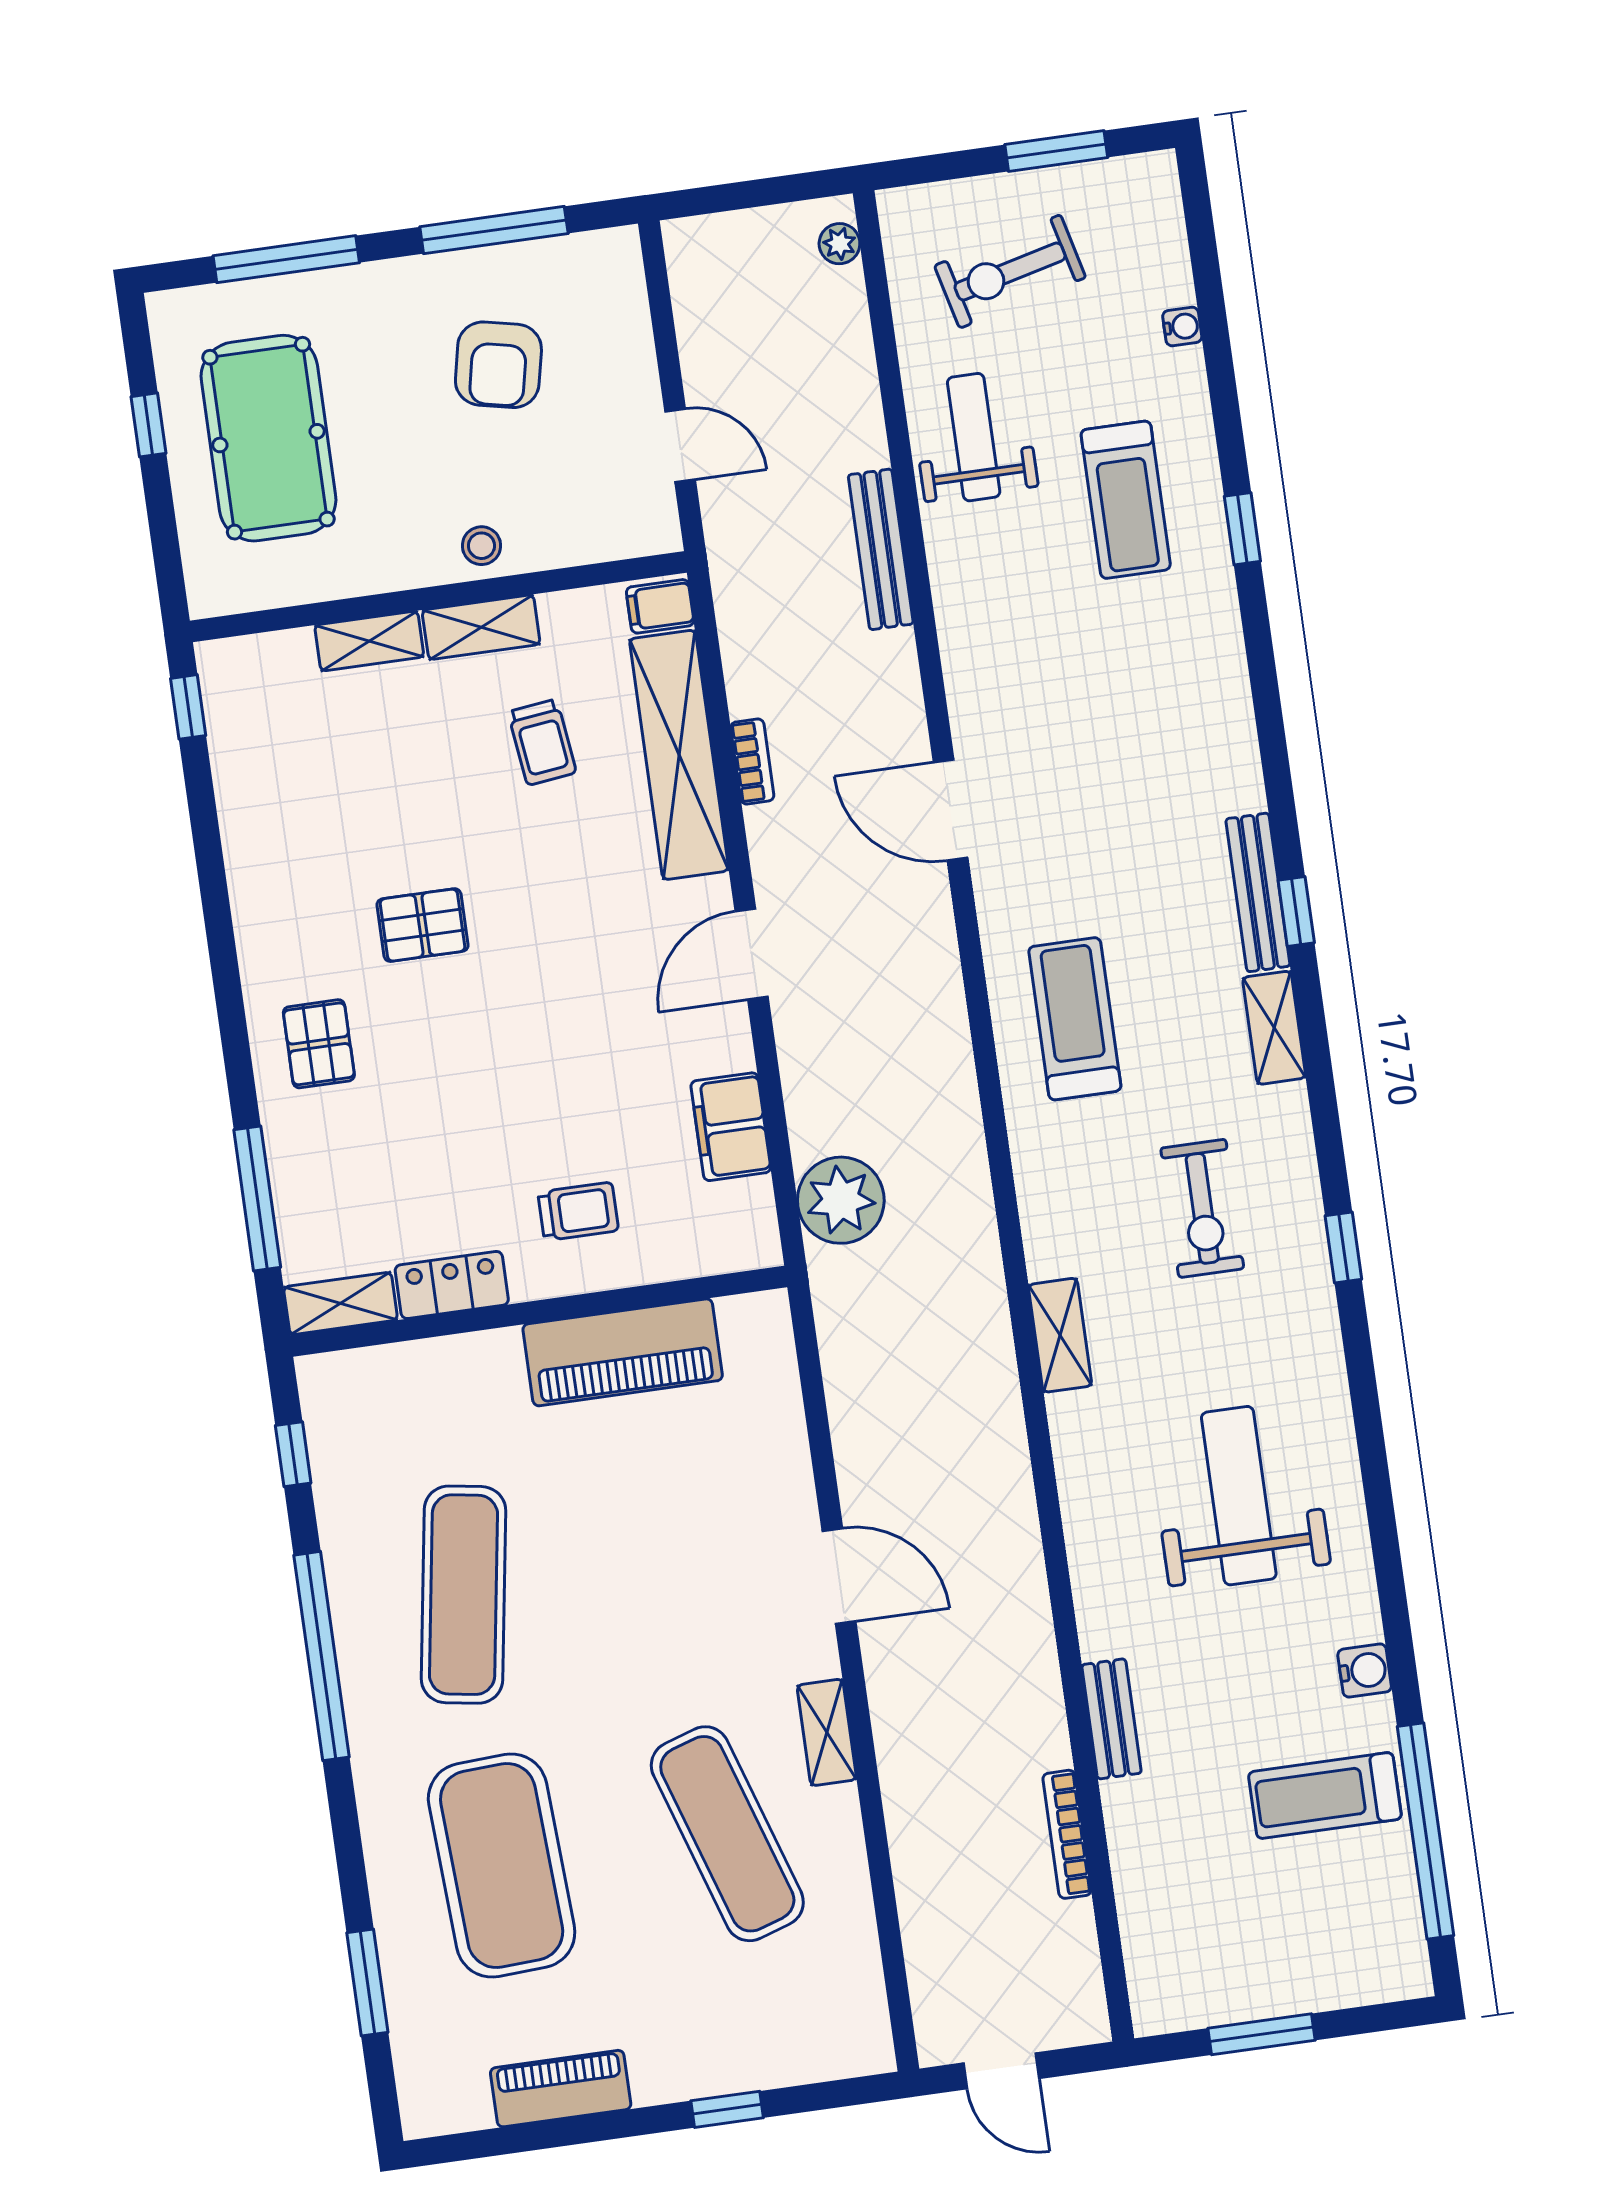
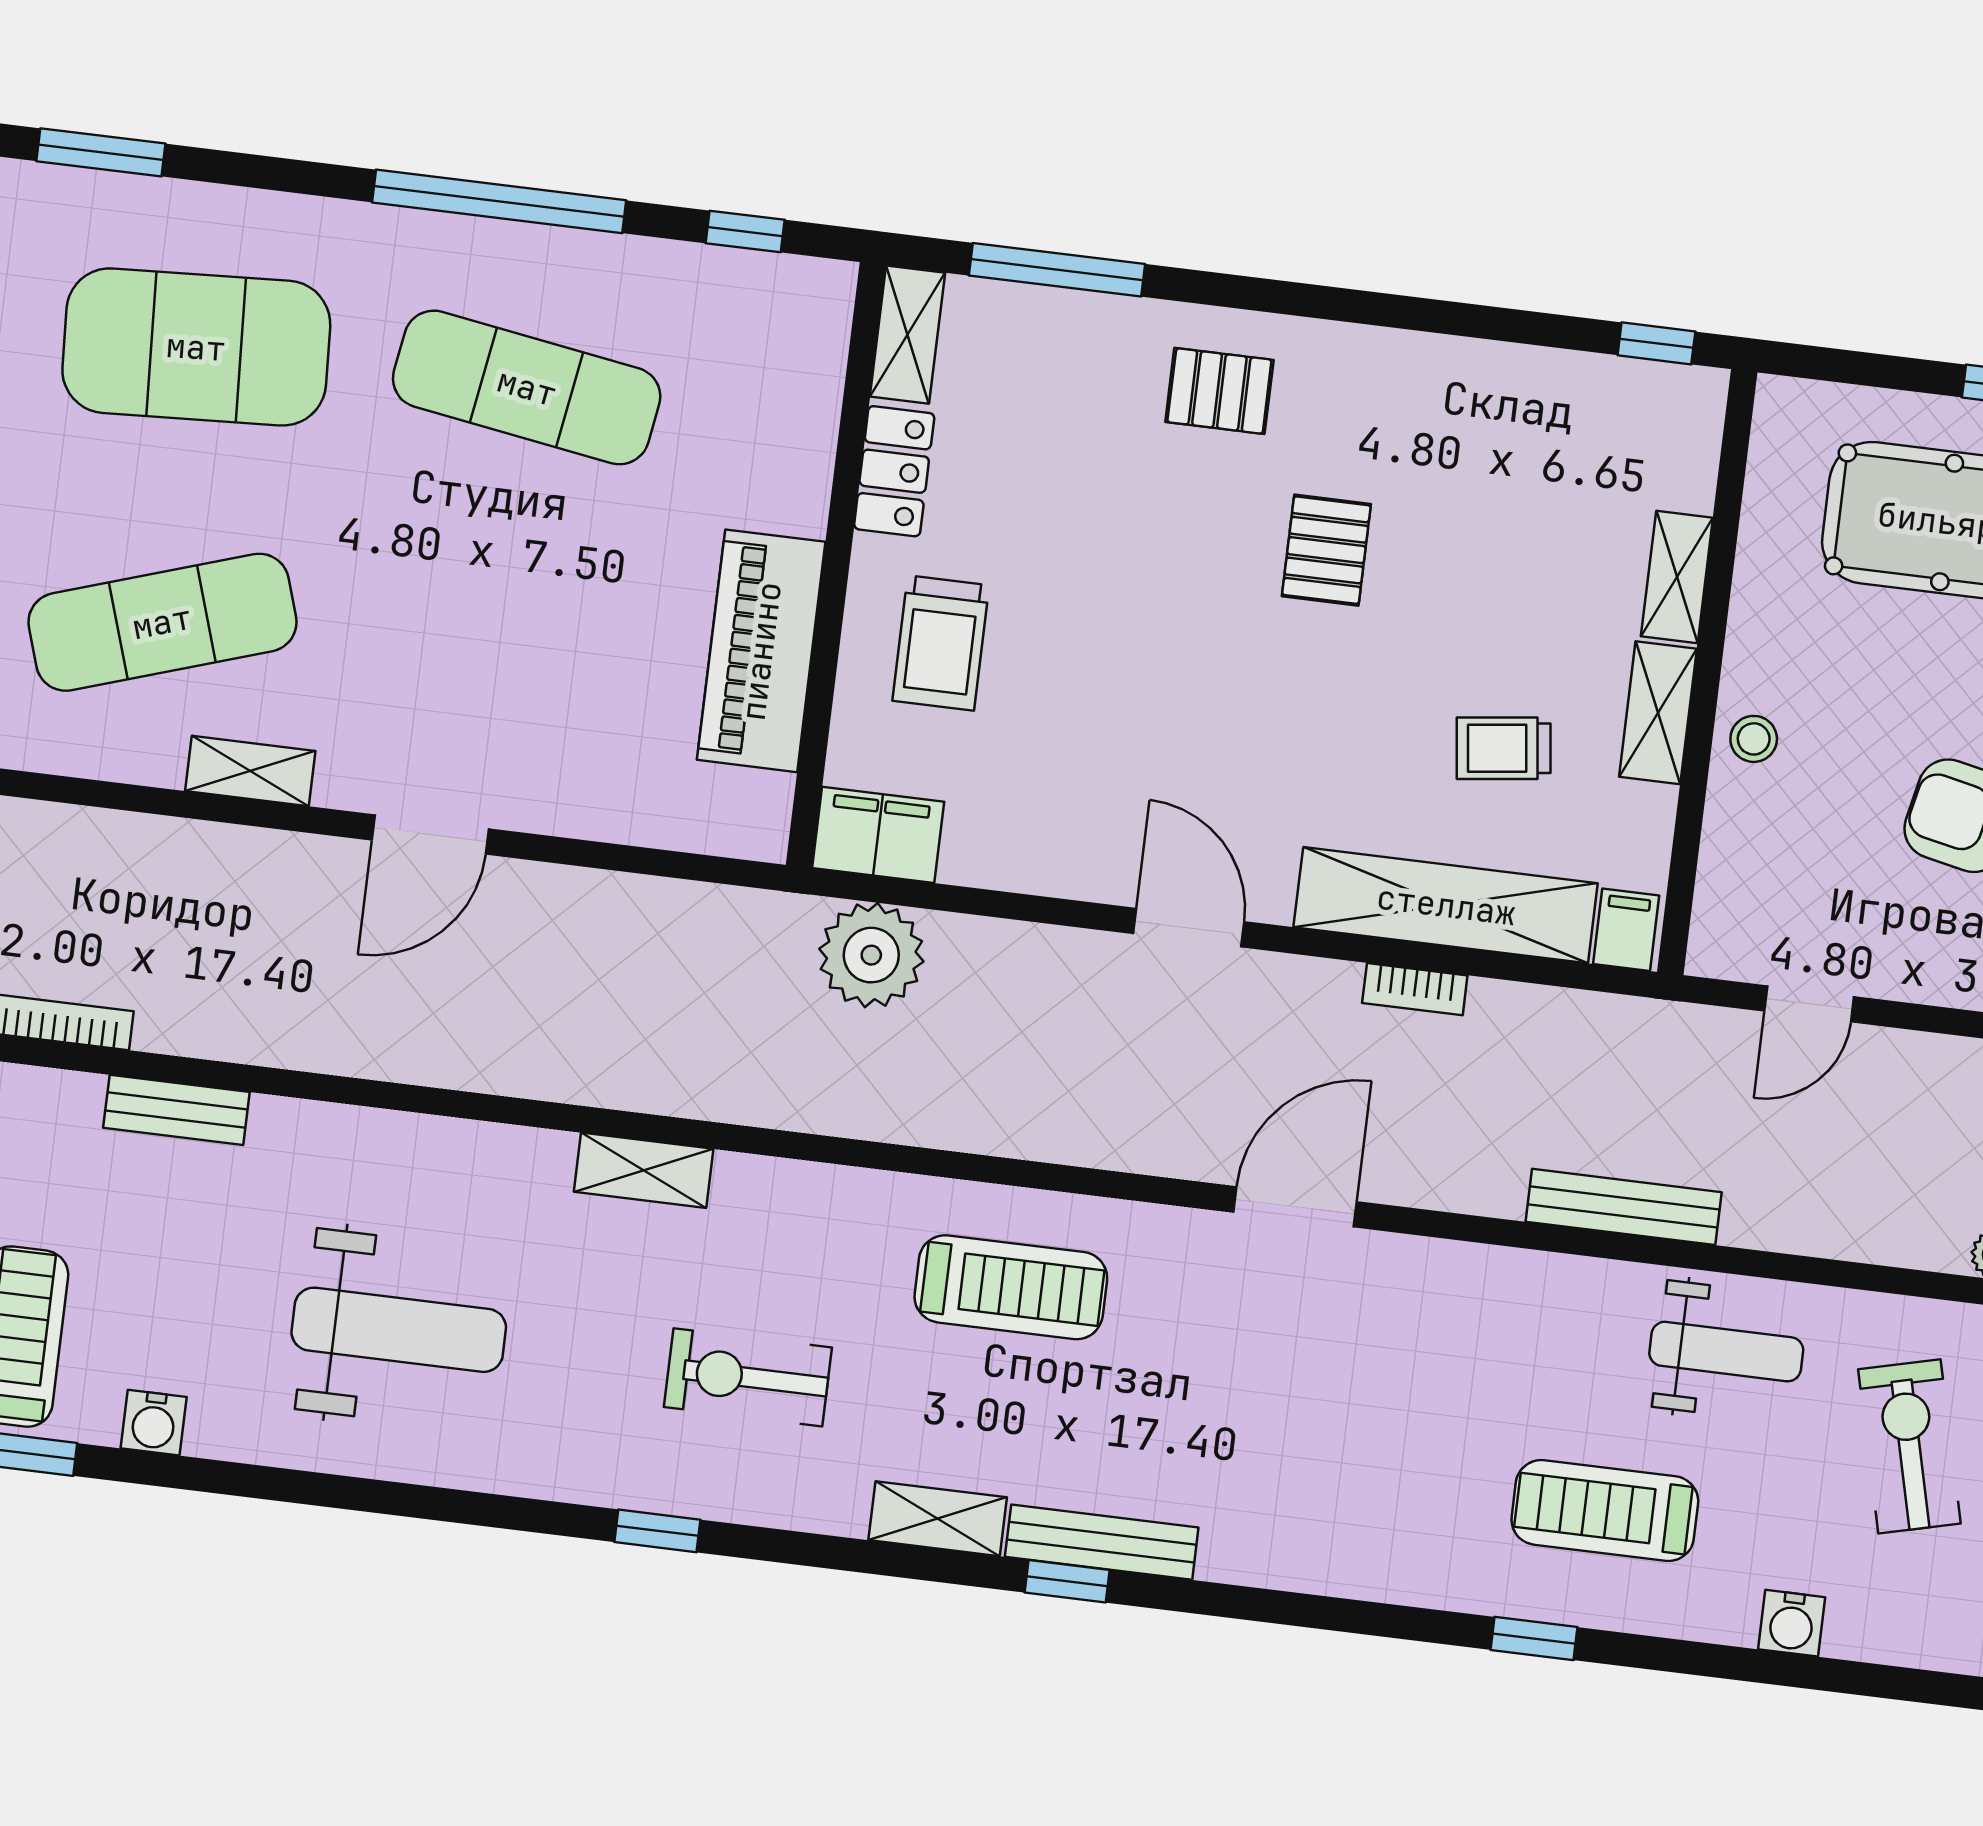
water cooler: (1182, 327) -> (1792, 1623), width x1.38, depth x1.38
filing cabinet: (731, 1127) -> (878, 835), moved
trolley: (578, 1211) -> (941, 643), width x1.36, depth x1.39

